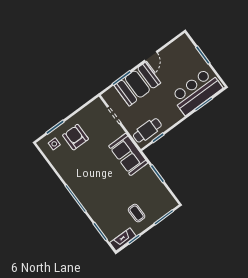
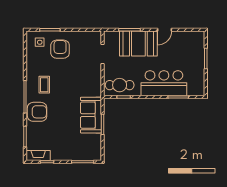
bar counter: (196, 92) -> (164, 83), moved
sofa: (128, 154) -> (91, 115), moved
armchair: (95, 204) -> (37, 112), added
coffee table: (137, 213) -> (44, 85), moved

